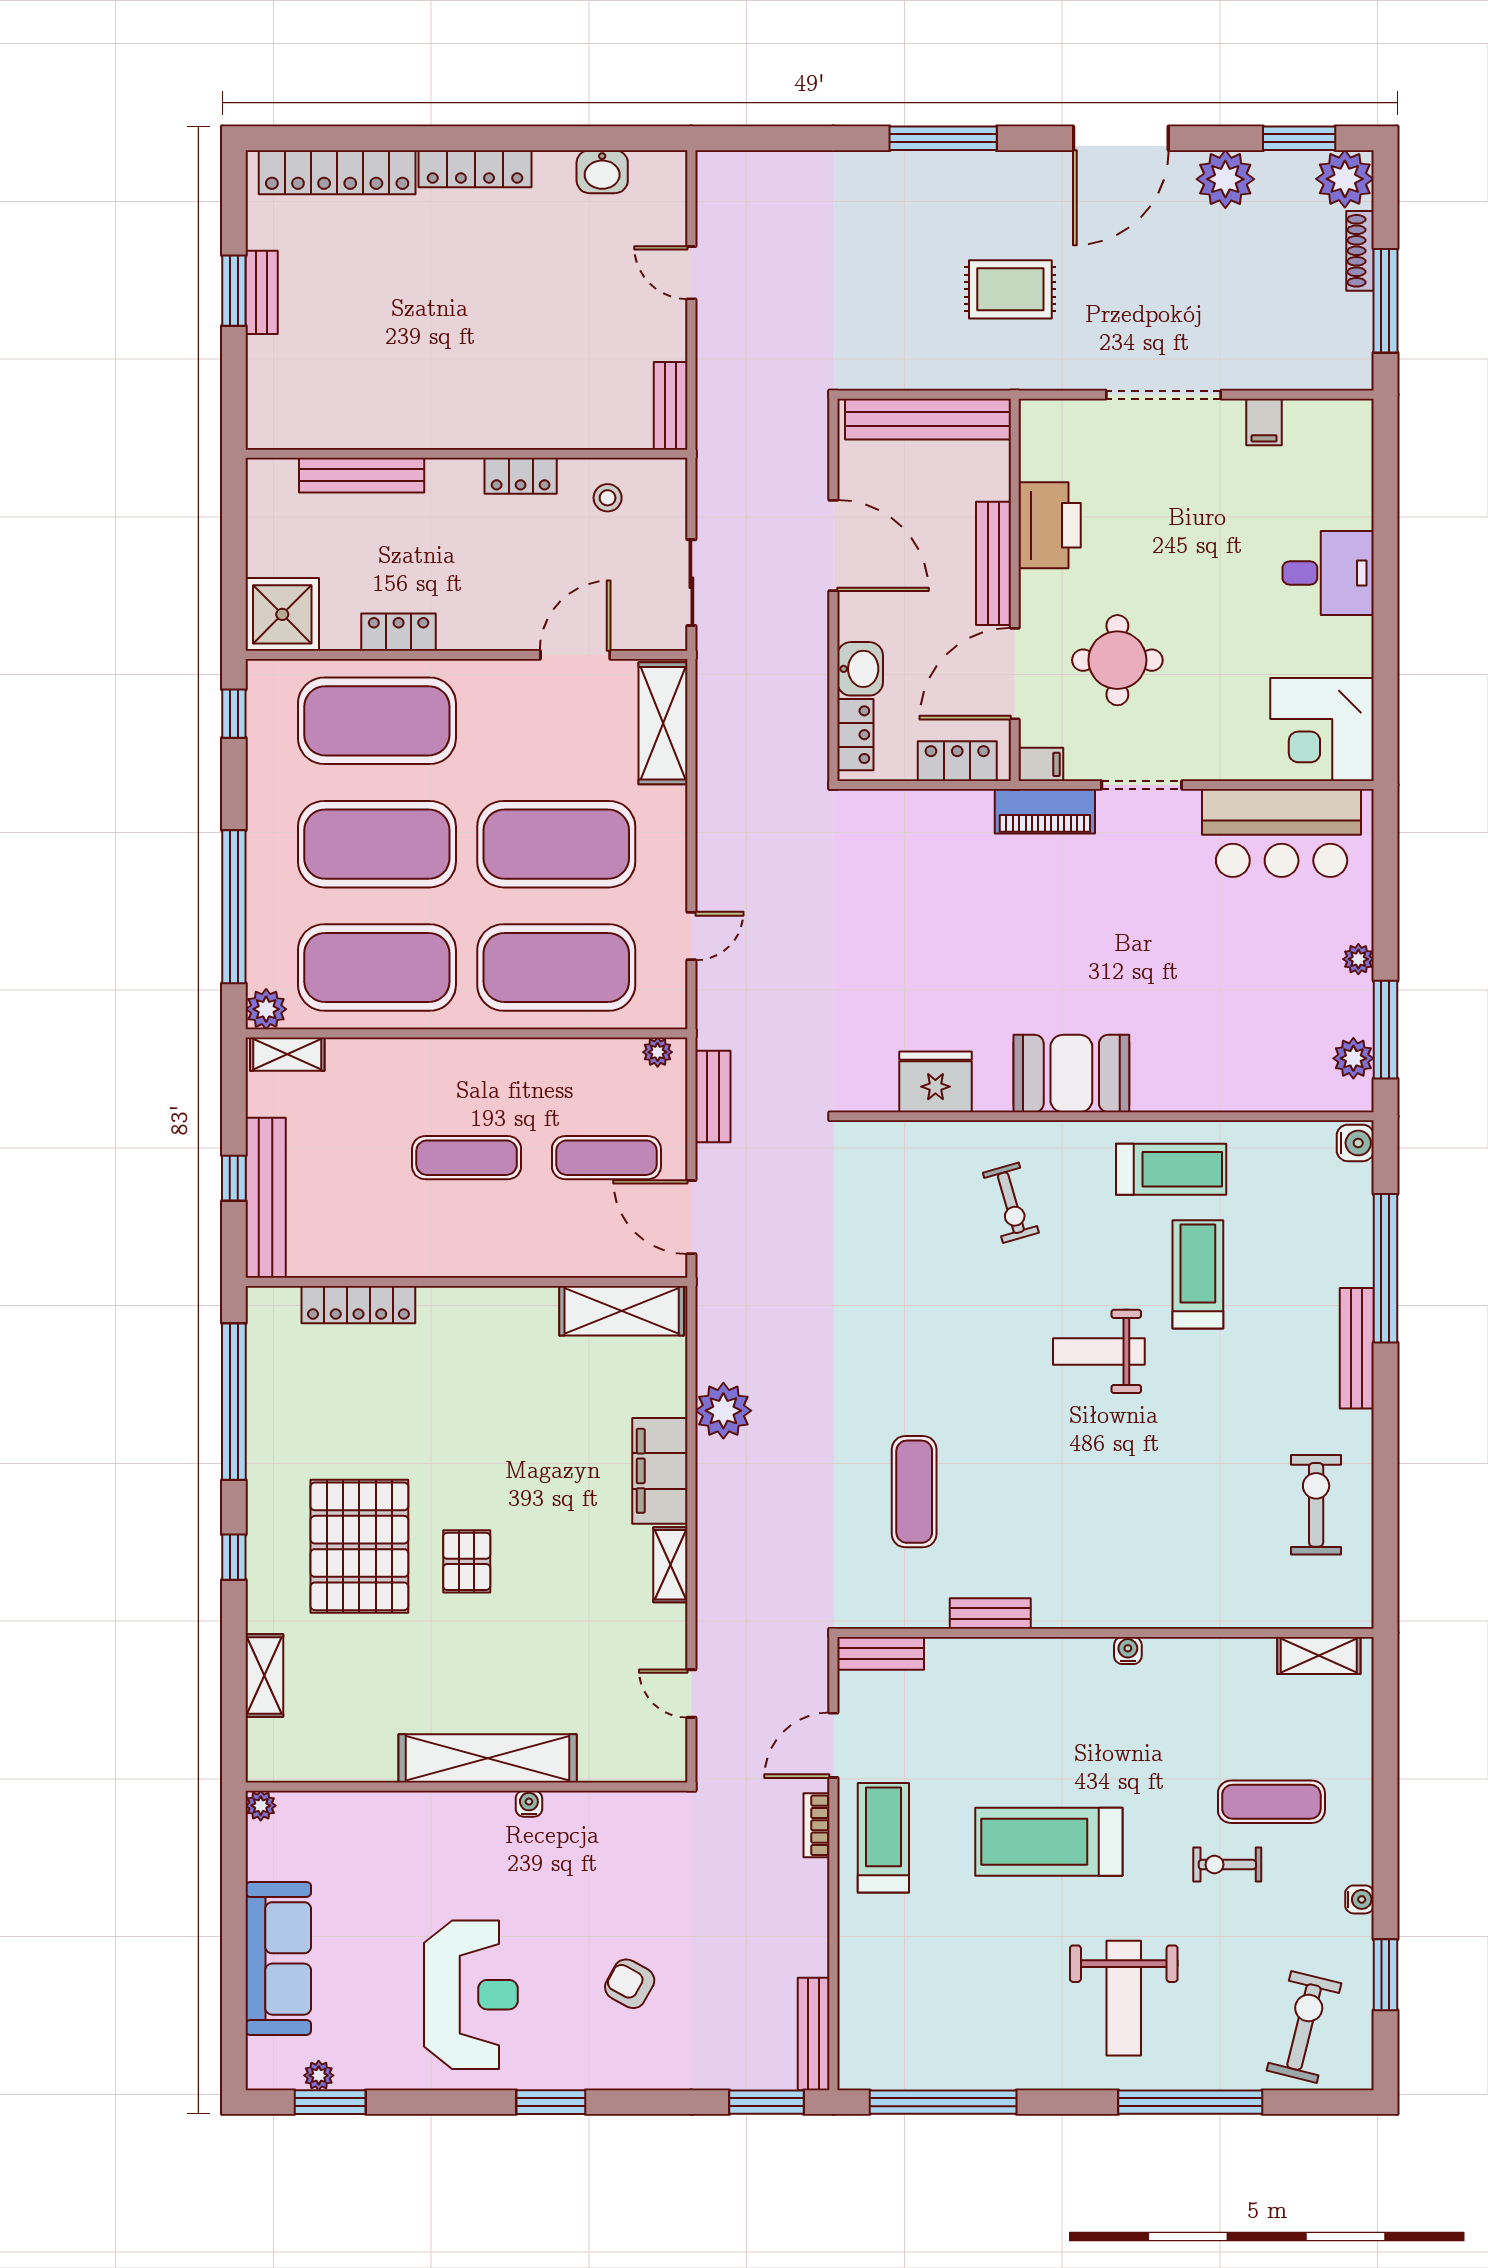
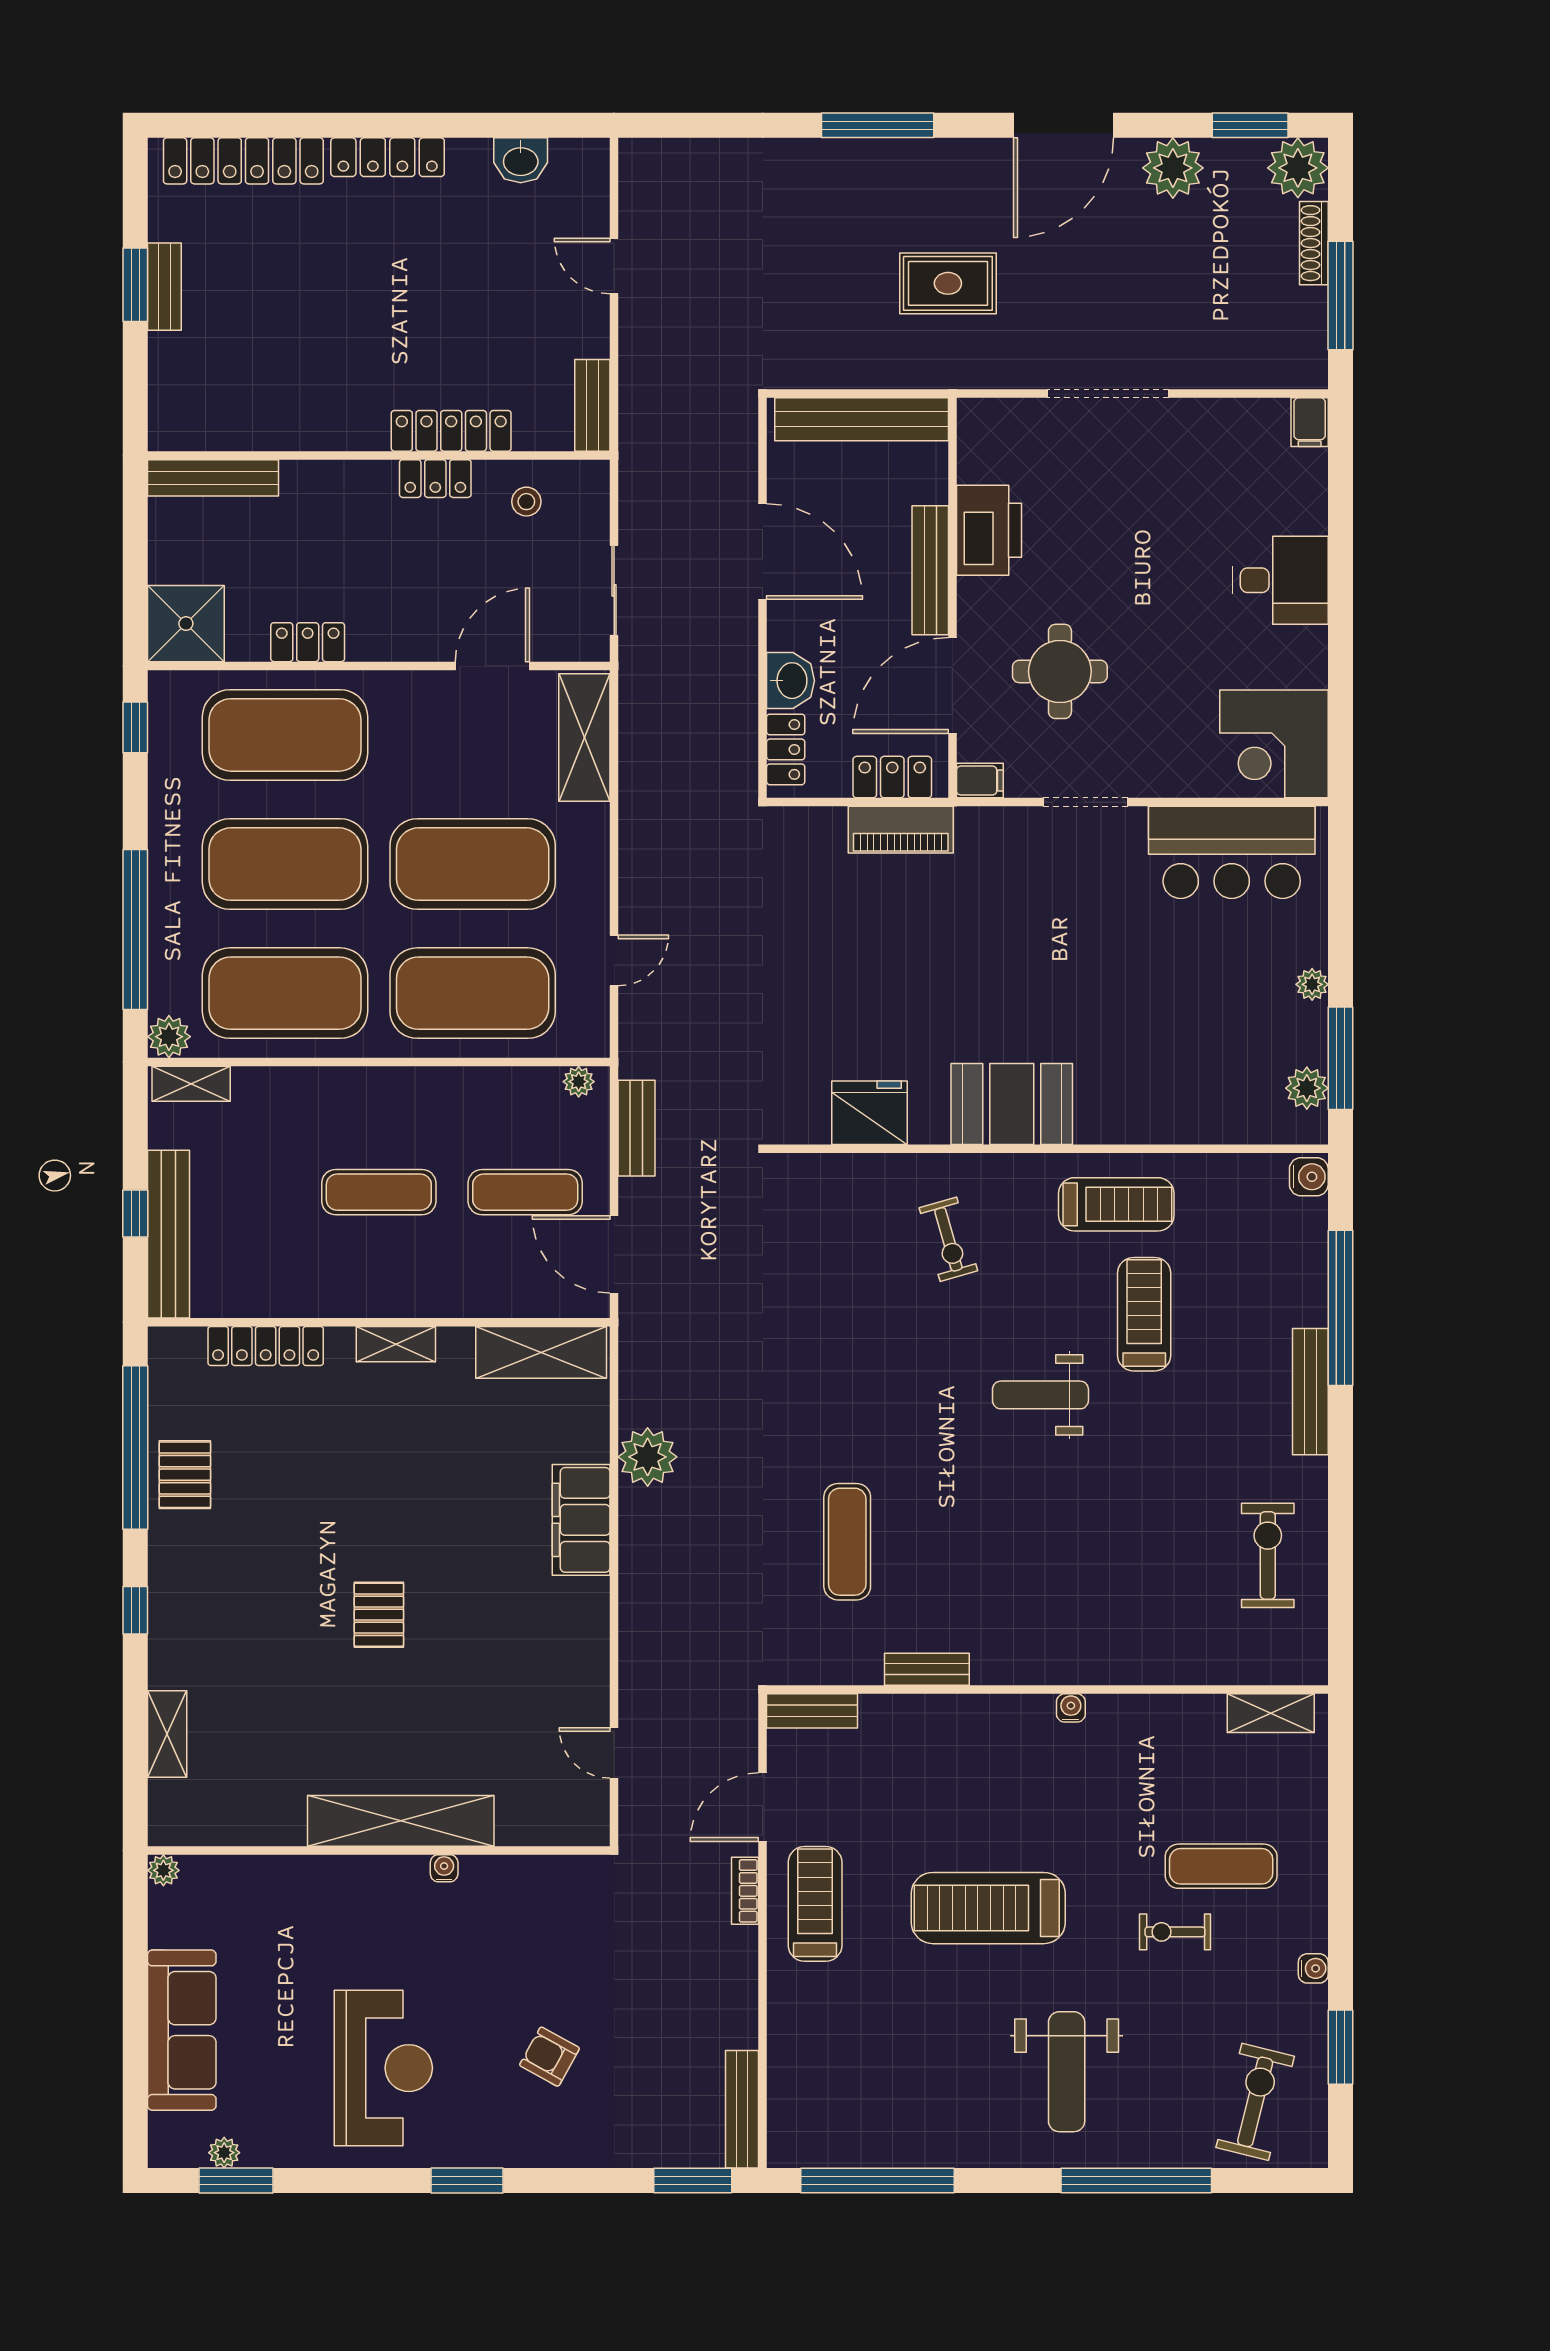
filing cabinet: (1264, 422) -> (1310, 422), moved
locker: (536, 430) -> (451, 431), added
bench: (362, 475) -> (213, 478), moved
piano: (1045, 811) -> (901, 830), moved
pallet: (359, 1546) -> (185, 1475), moved, width x0.49, depth x0.50
shelving: (670, 1565) -> (396, 1344), moved, turned 90

